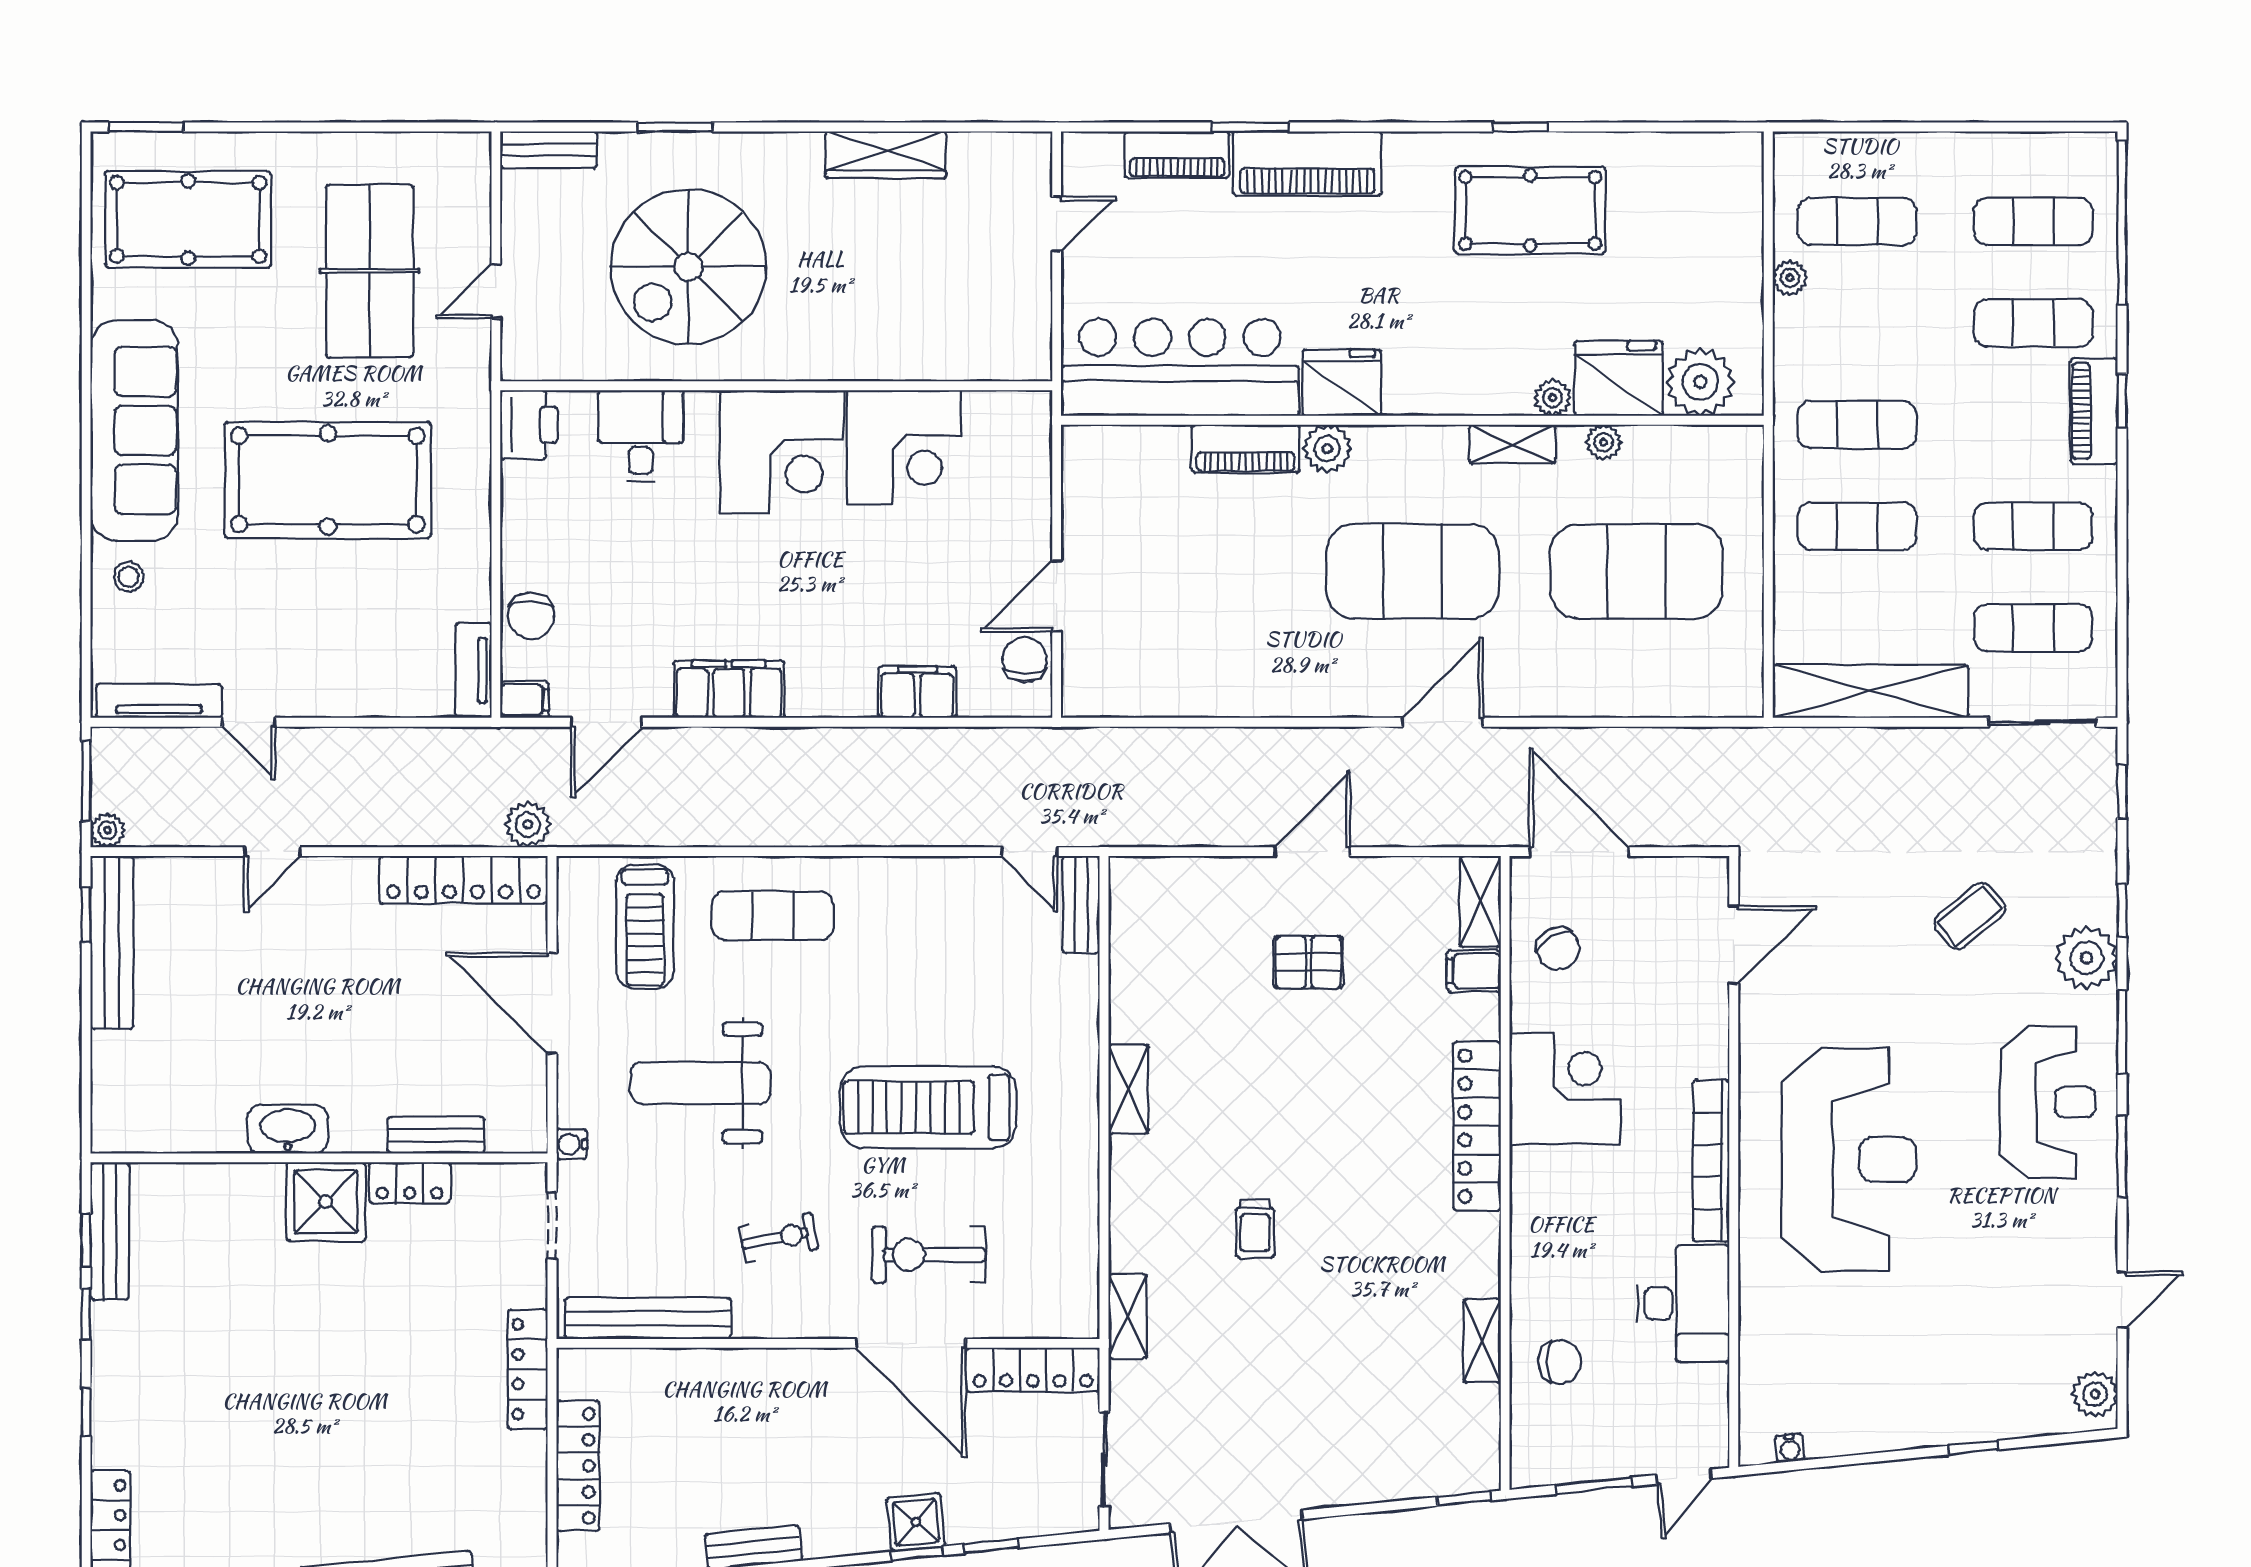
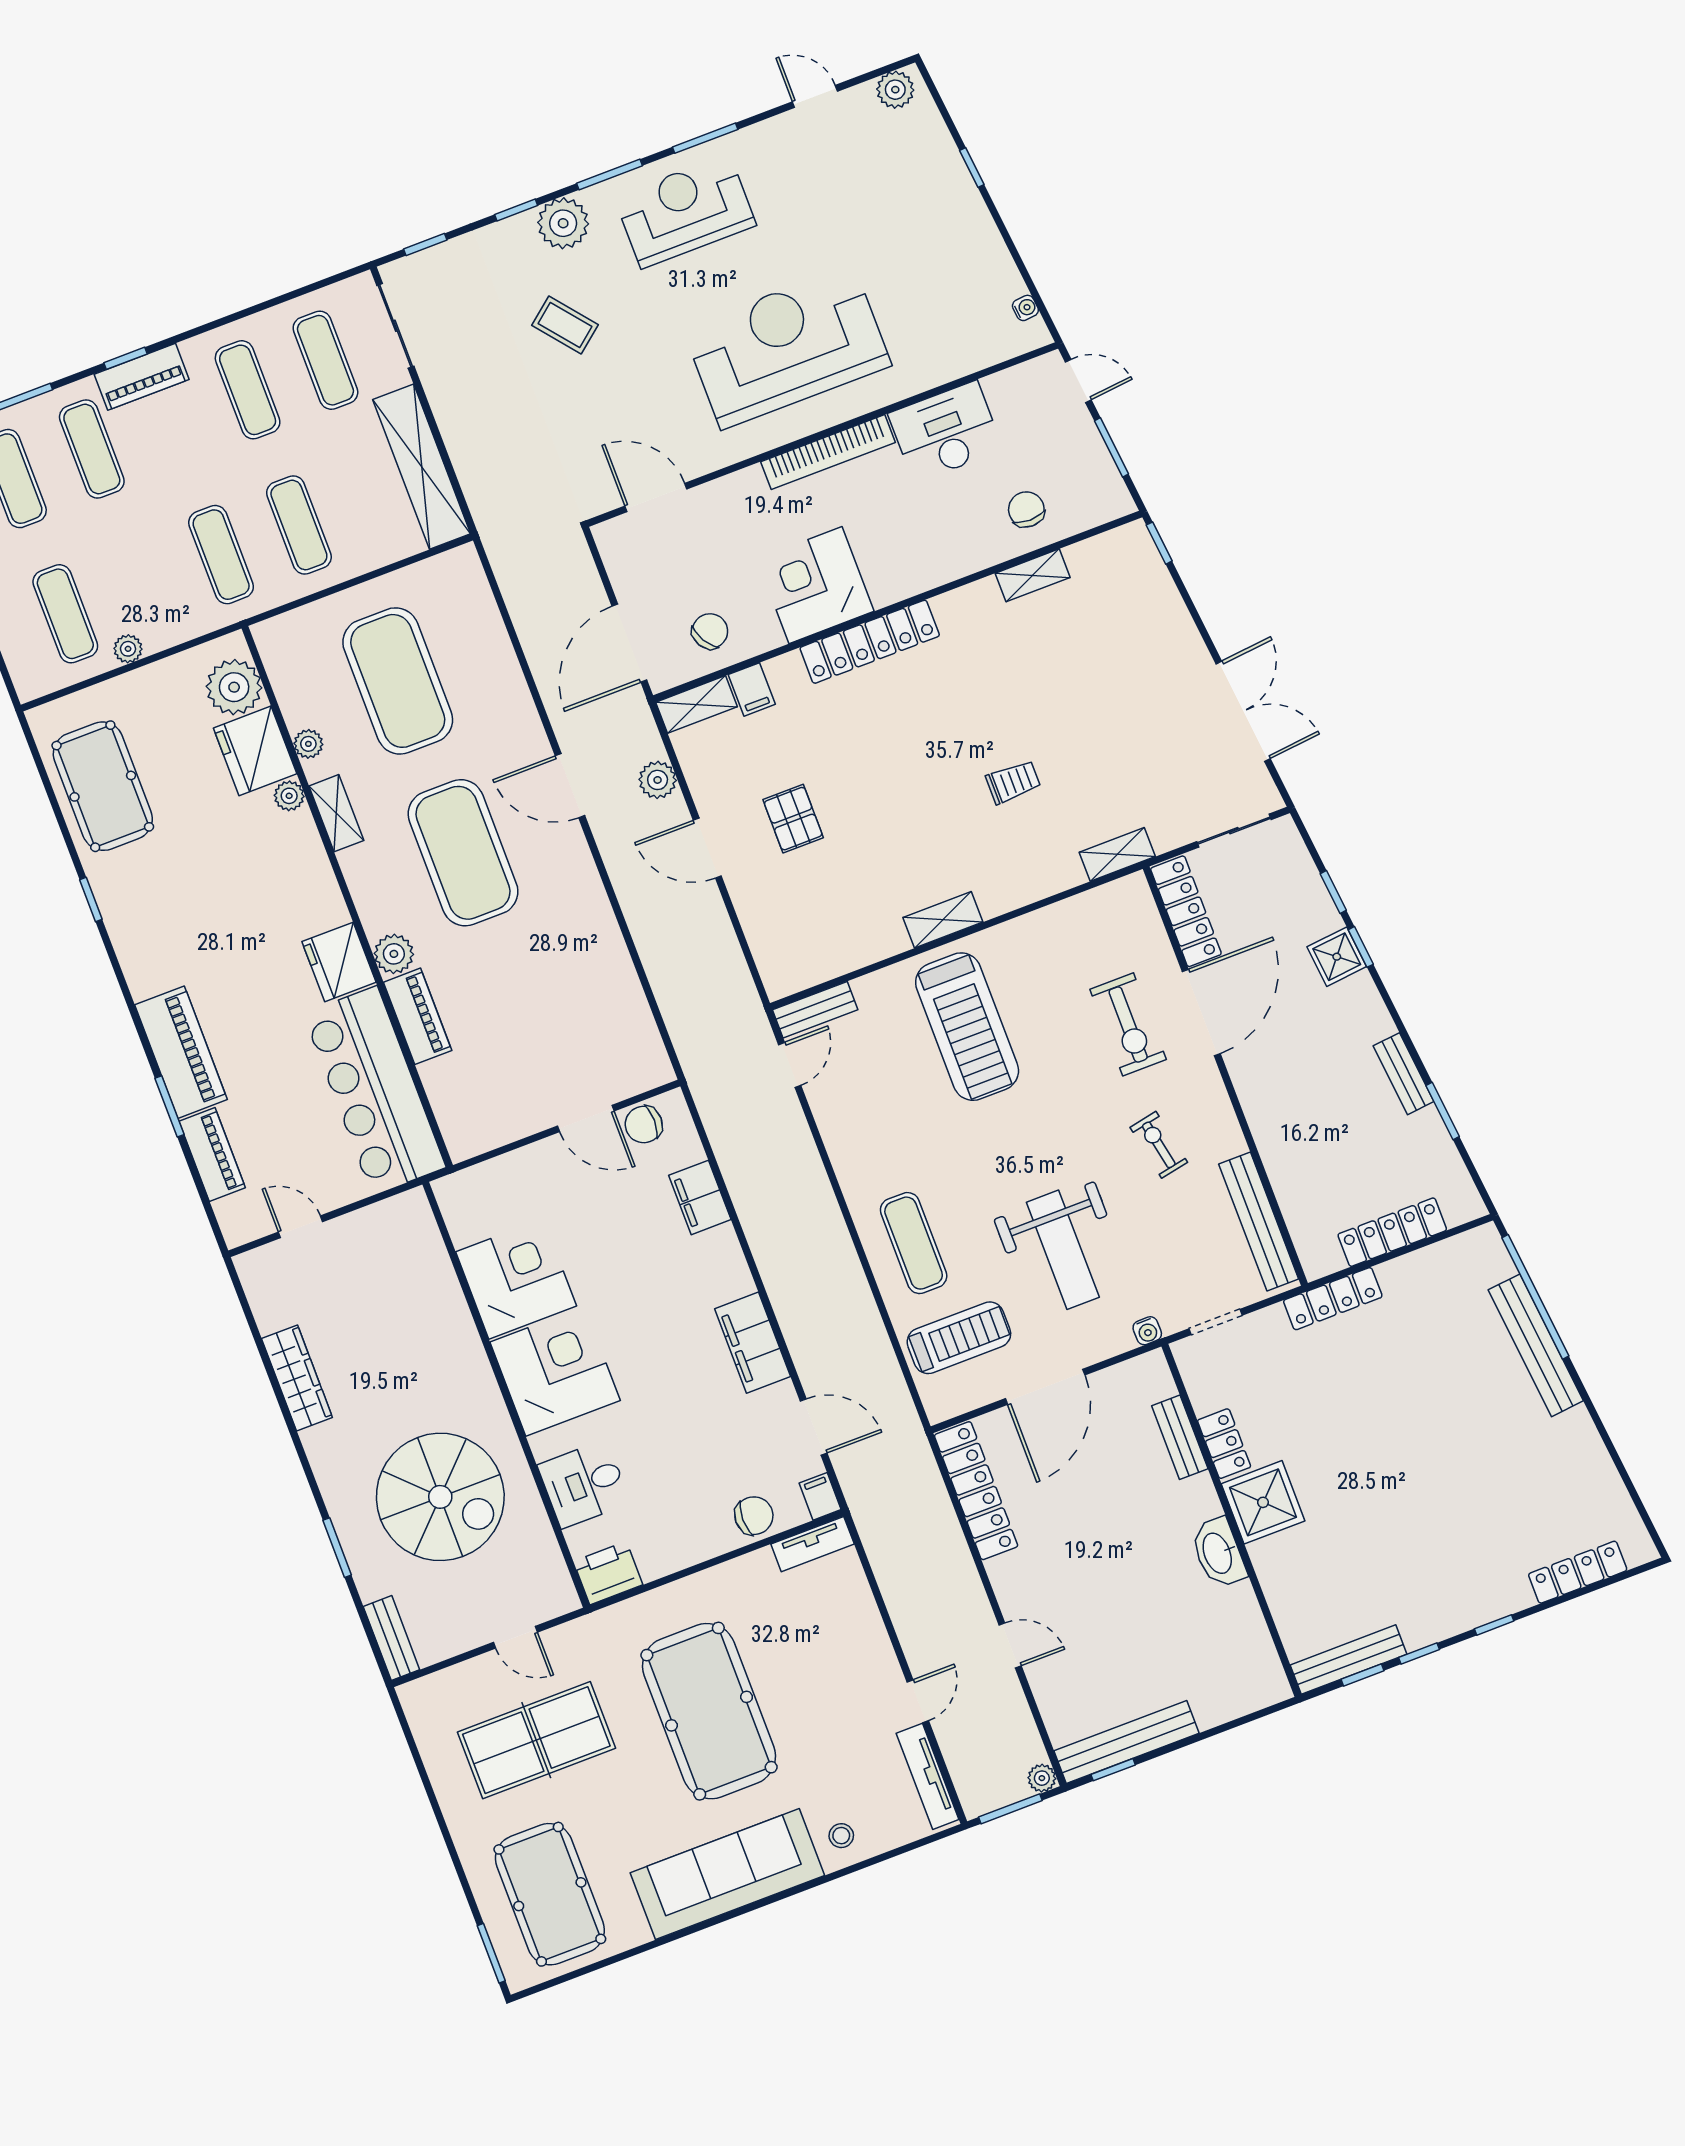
pool table: (1530, 210) -> (103, 786), moved
plant: (528, 824) -> (658, 780), moved
treadmill: (928, 1107) -> (967, 1027), moved

